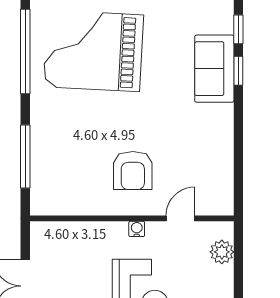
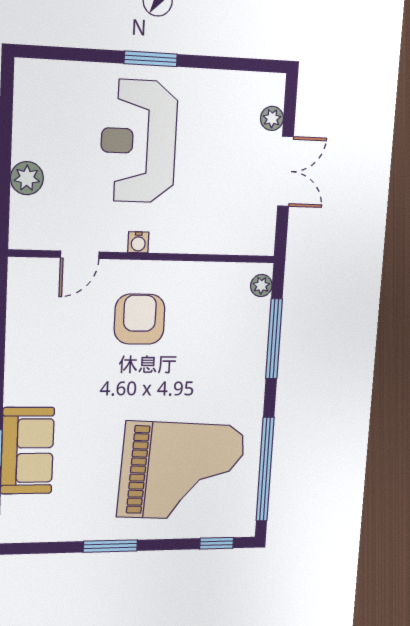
plant: (38, 198) -> (261, 286), added
plant: (222, 252) -> (27, 178), moved

